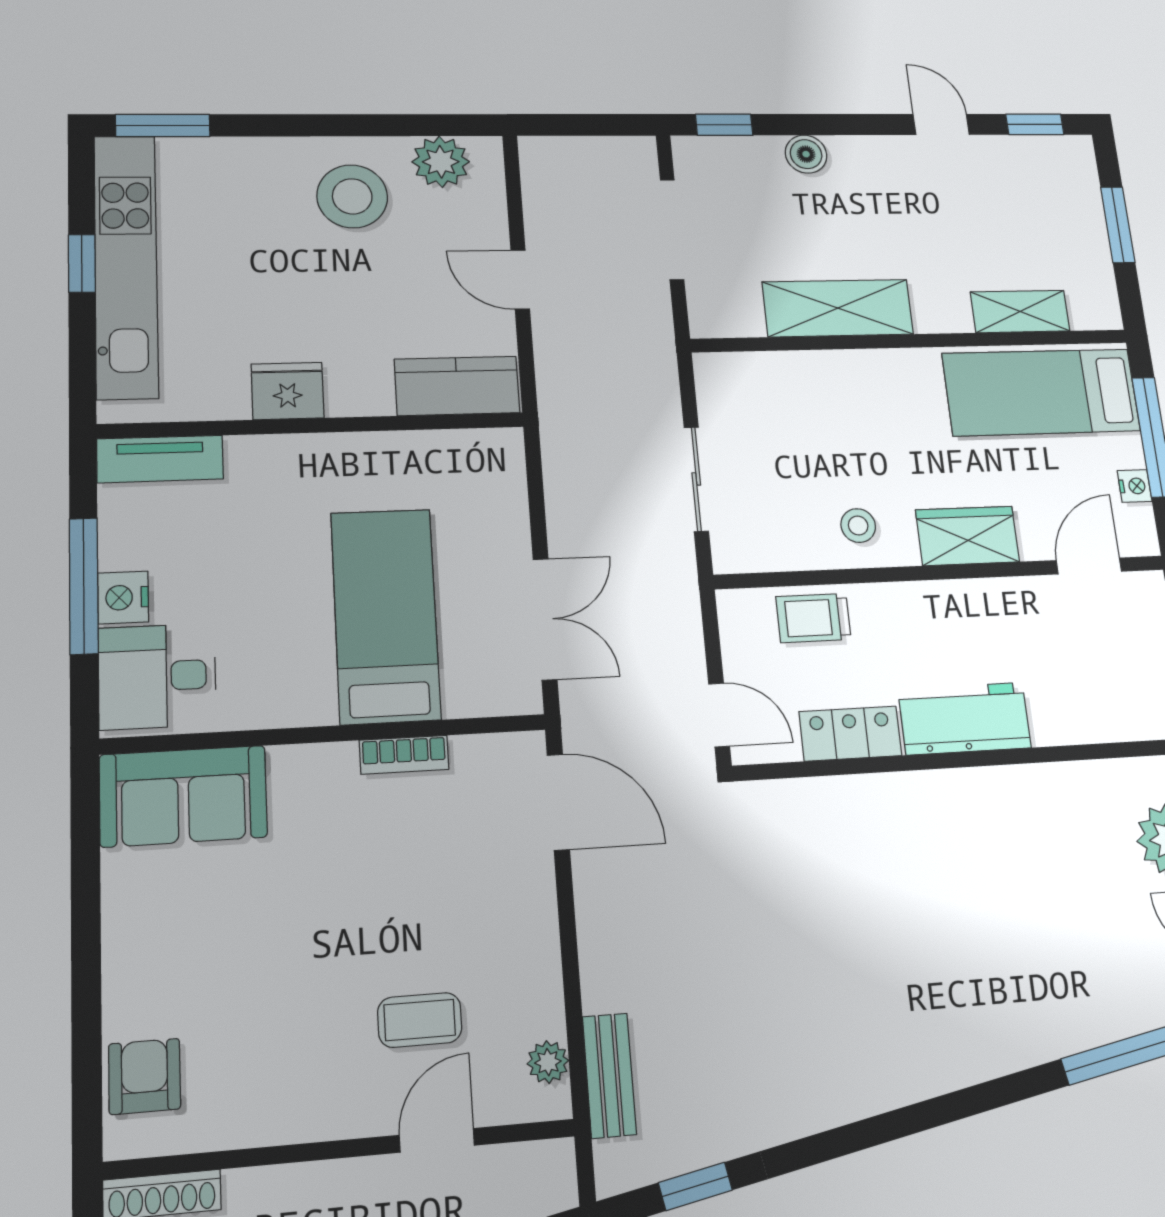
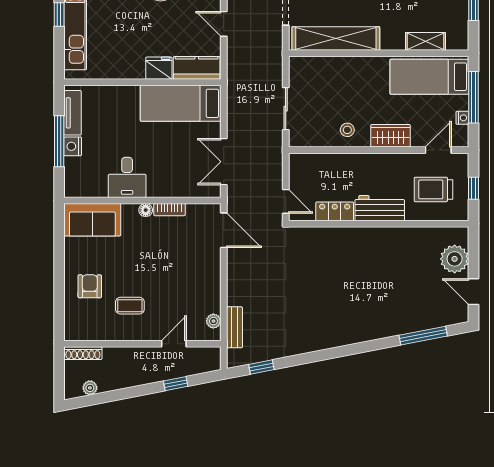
shelving: (838, 308) -> (336, 38), width x1.47
fridge: (288, 391) -> (159, 68), moved
tv unit: (160, 459) -> (73, 113), moved, turned -90
bed: (385, 615) -> (181, 103), moved, turned -90
trolley: (813, 618) -> (434, 189), moved, width x1.36, depth x1.39
double door: (545, 619) -> (224, 162), swing flipped
desk: (157, 676) -> (127, 177), moved, turned -90
floor lamp: (337, 760) -> (146, 210), added
coffee table: (420, 1020) -> (130, 306), moved
armchair: (145, 1076) -> (90, 286), moved

